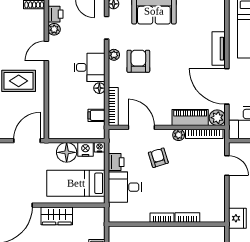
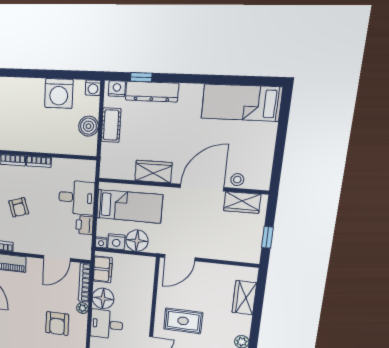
plant: (114, 55) -> (82, 308), moved
floor lamp: (99, 88) -> (103, 298), width x1.89, depth x1.89
filing cabinet: (97, 115) -> (103, 269), width x2.00
door: (141, 127) -> (57, 258), hinge flipped
plant: (179, 135) -> (20, 247), removed
armchair: (158, 158) -> (19, 207), moved

